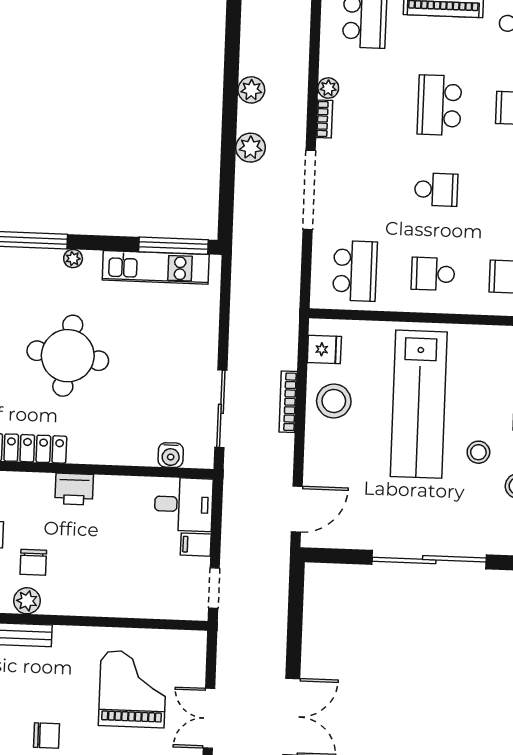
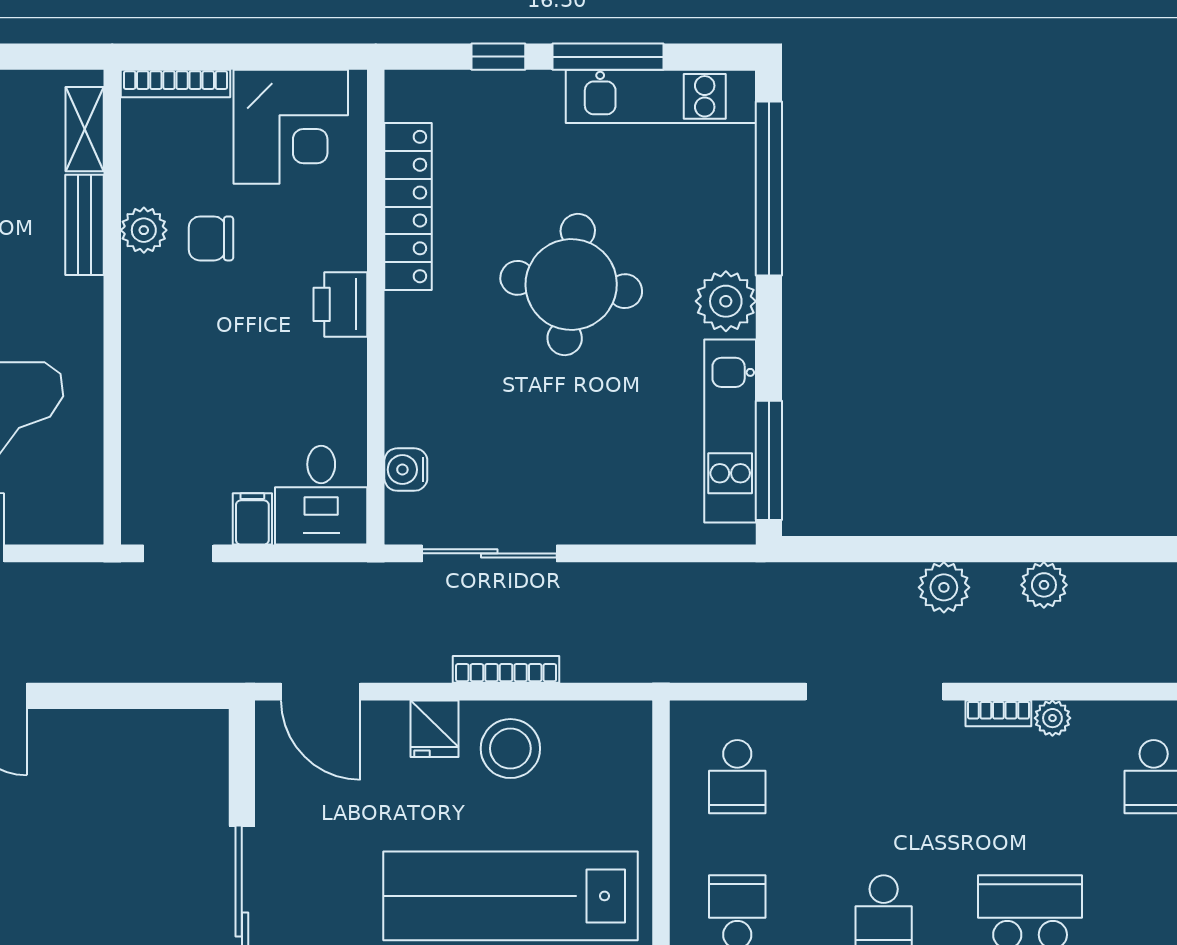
plant: (73, 259) -> (726, 301), width x1.88, depth x1.88
school desk: (355, 271) -> (737, 777), width x0.54
fridge: (324, 349) -> (434, 729), moved

